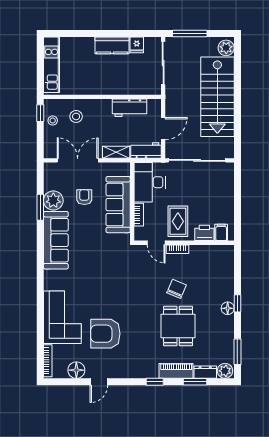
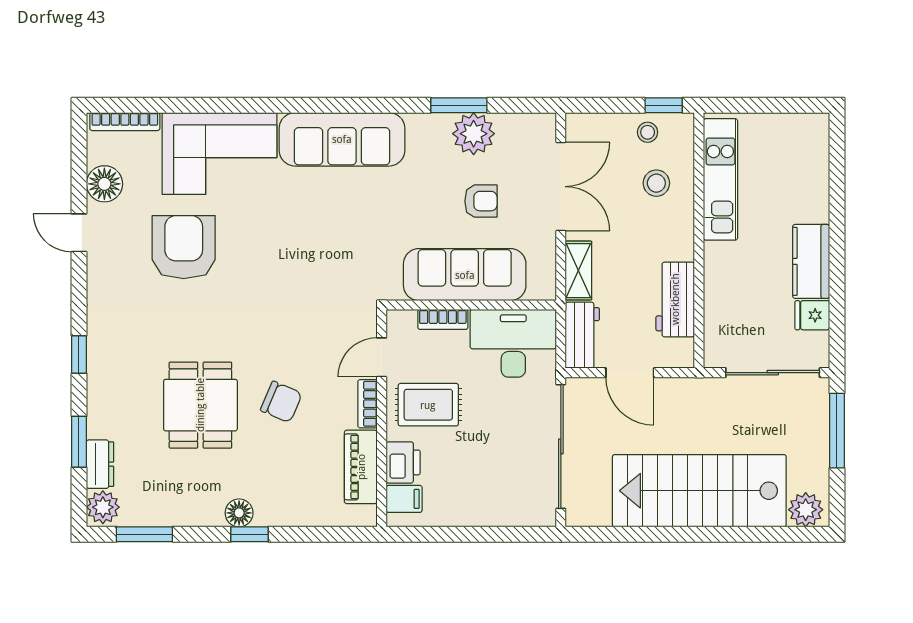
kitchen unit: (51, 65) -> (720, 179), moved, turned -90
sofa: (56, 240) -> (342, 139), moved
dining table: (178, 326) -> (200, 405), turned 90
piano: (176, 371) -> (361, 467), moved, turned 180

